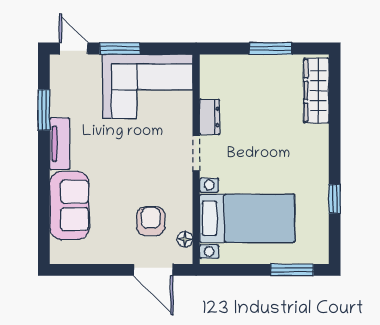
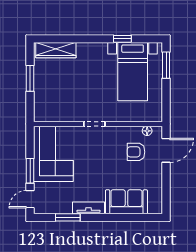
dresser: (210, 117) -> (72, 116), removed
bed with nightstands: (247, 218) -> (133, 72), moved, turned 180

